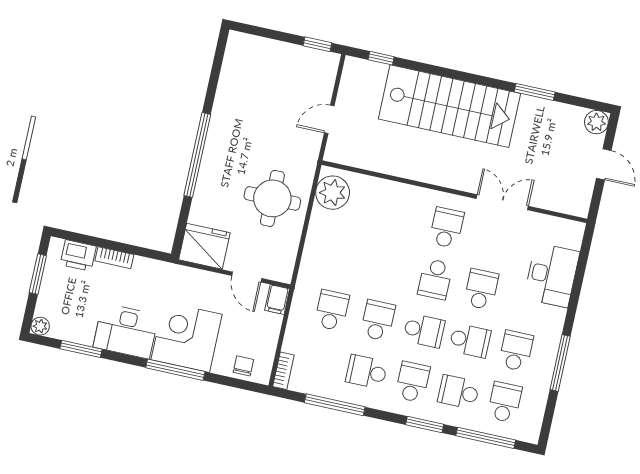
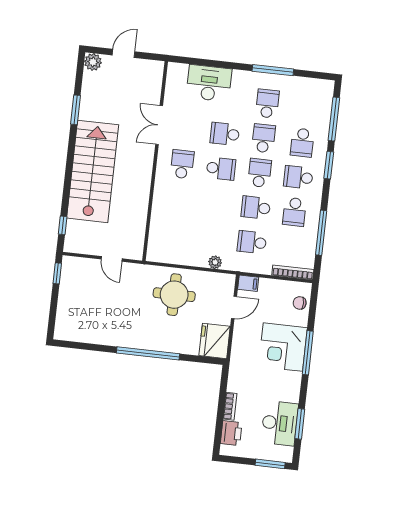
plant: (333, 193) -> (215, 262), moved, width x0.53, depth x0.53
school desk: (446, 228) -> (182, 164), turned 90
window: (38, 274) -> (270, 464), moved
plant: (40, 326) -> (286, 456), removed
desk: (126, 331) -> (280, 423), moved
school desk: (516, 351) -> (267, 104), turned 90
bookcase: (283, 371) -> (293, 272), width x1.56
school desk: (505, 402) -> (306, 108), removed

